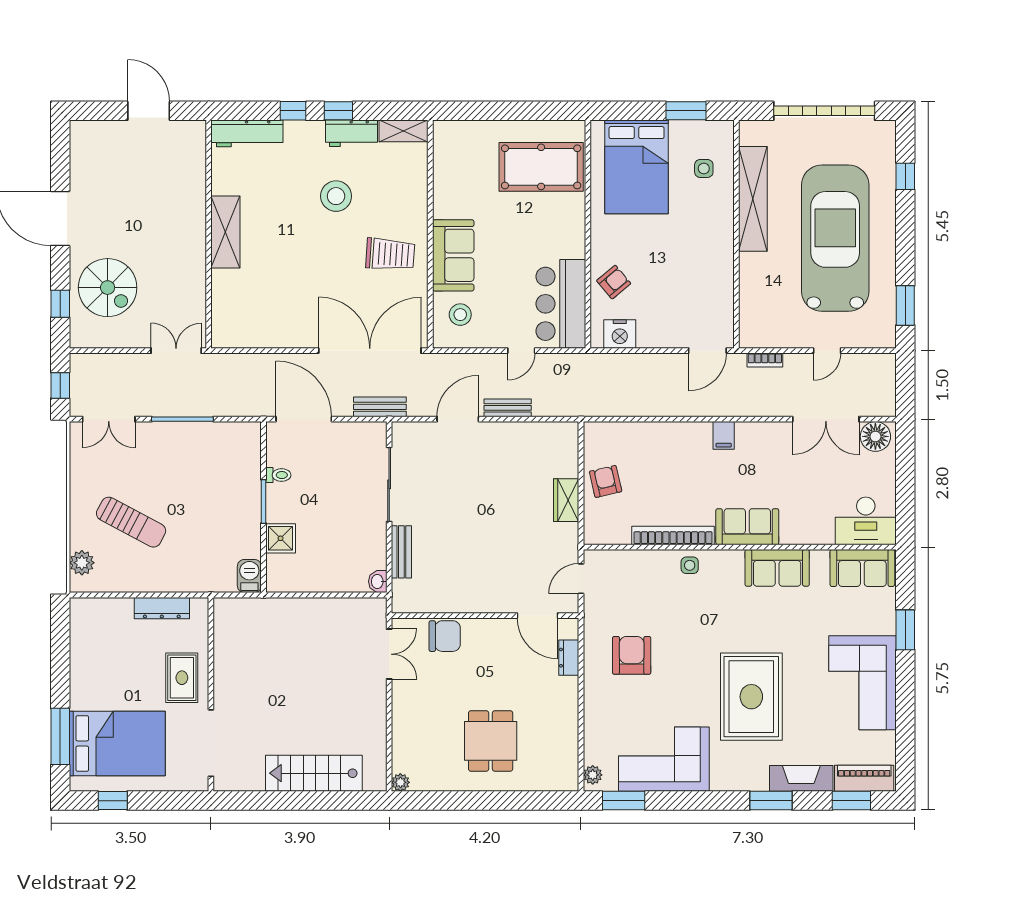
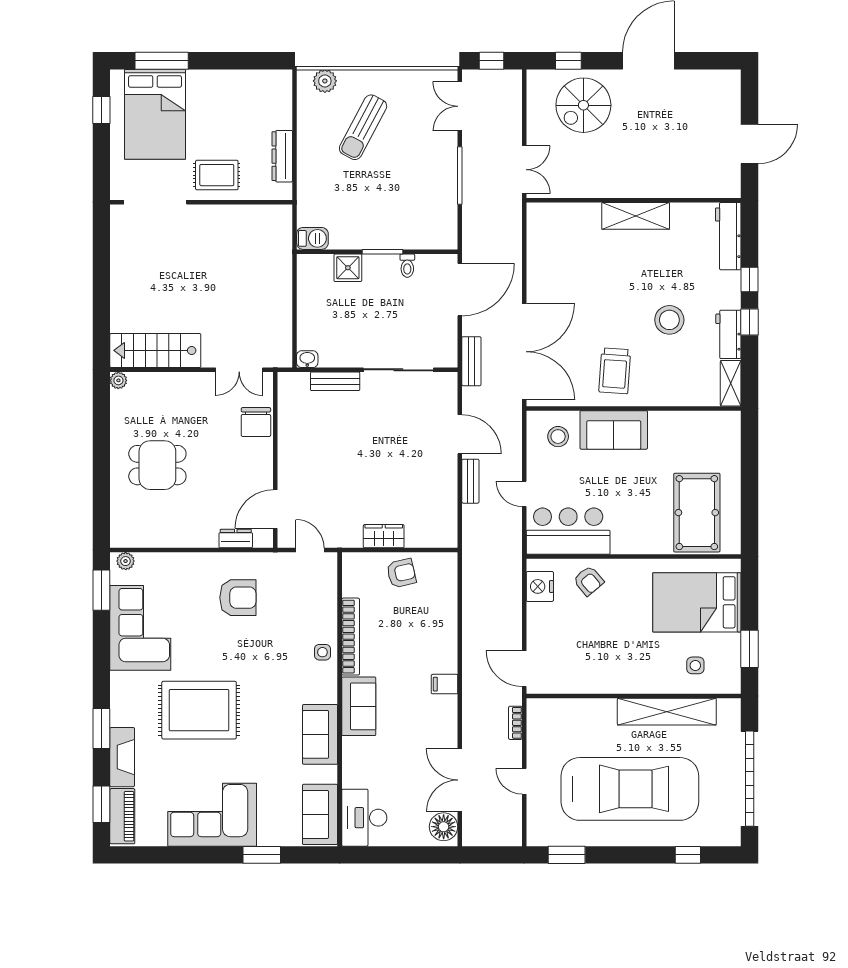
stairs: (314, 773) -> (155, 350), moved, turned -90

